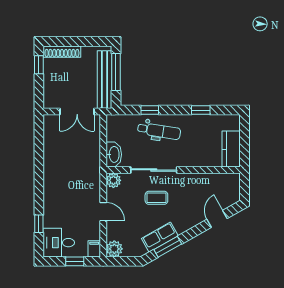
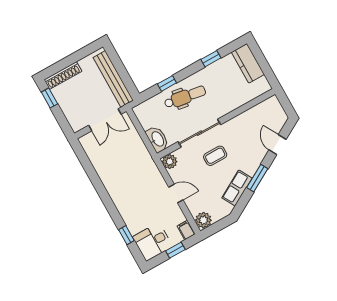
window: (116, 72) -> (119, 67), removed
kitchen counter: (231, 149) -> (248, 63), moved
window: (168, 247) -> (257, 178), moved

